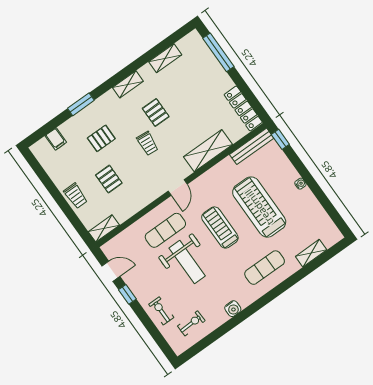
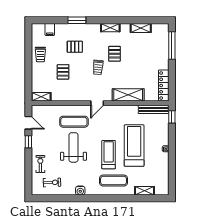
trolley: (76, 196) -> (40, 55), moved
treadmill: (220, 227) -> (109, 155), moved
weight bench: (187, 262) -> (73, 147), turned 180

